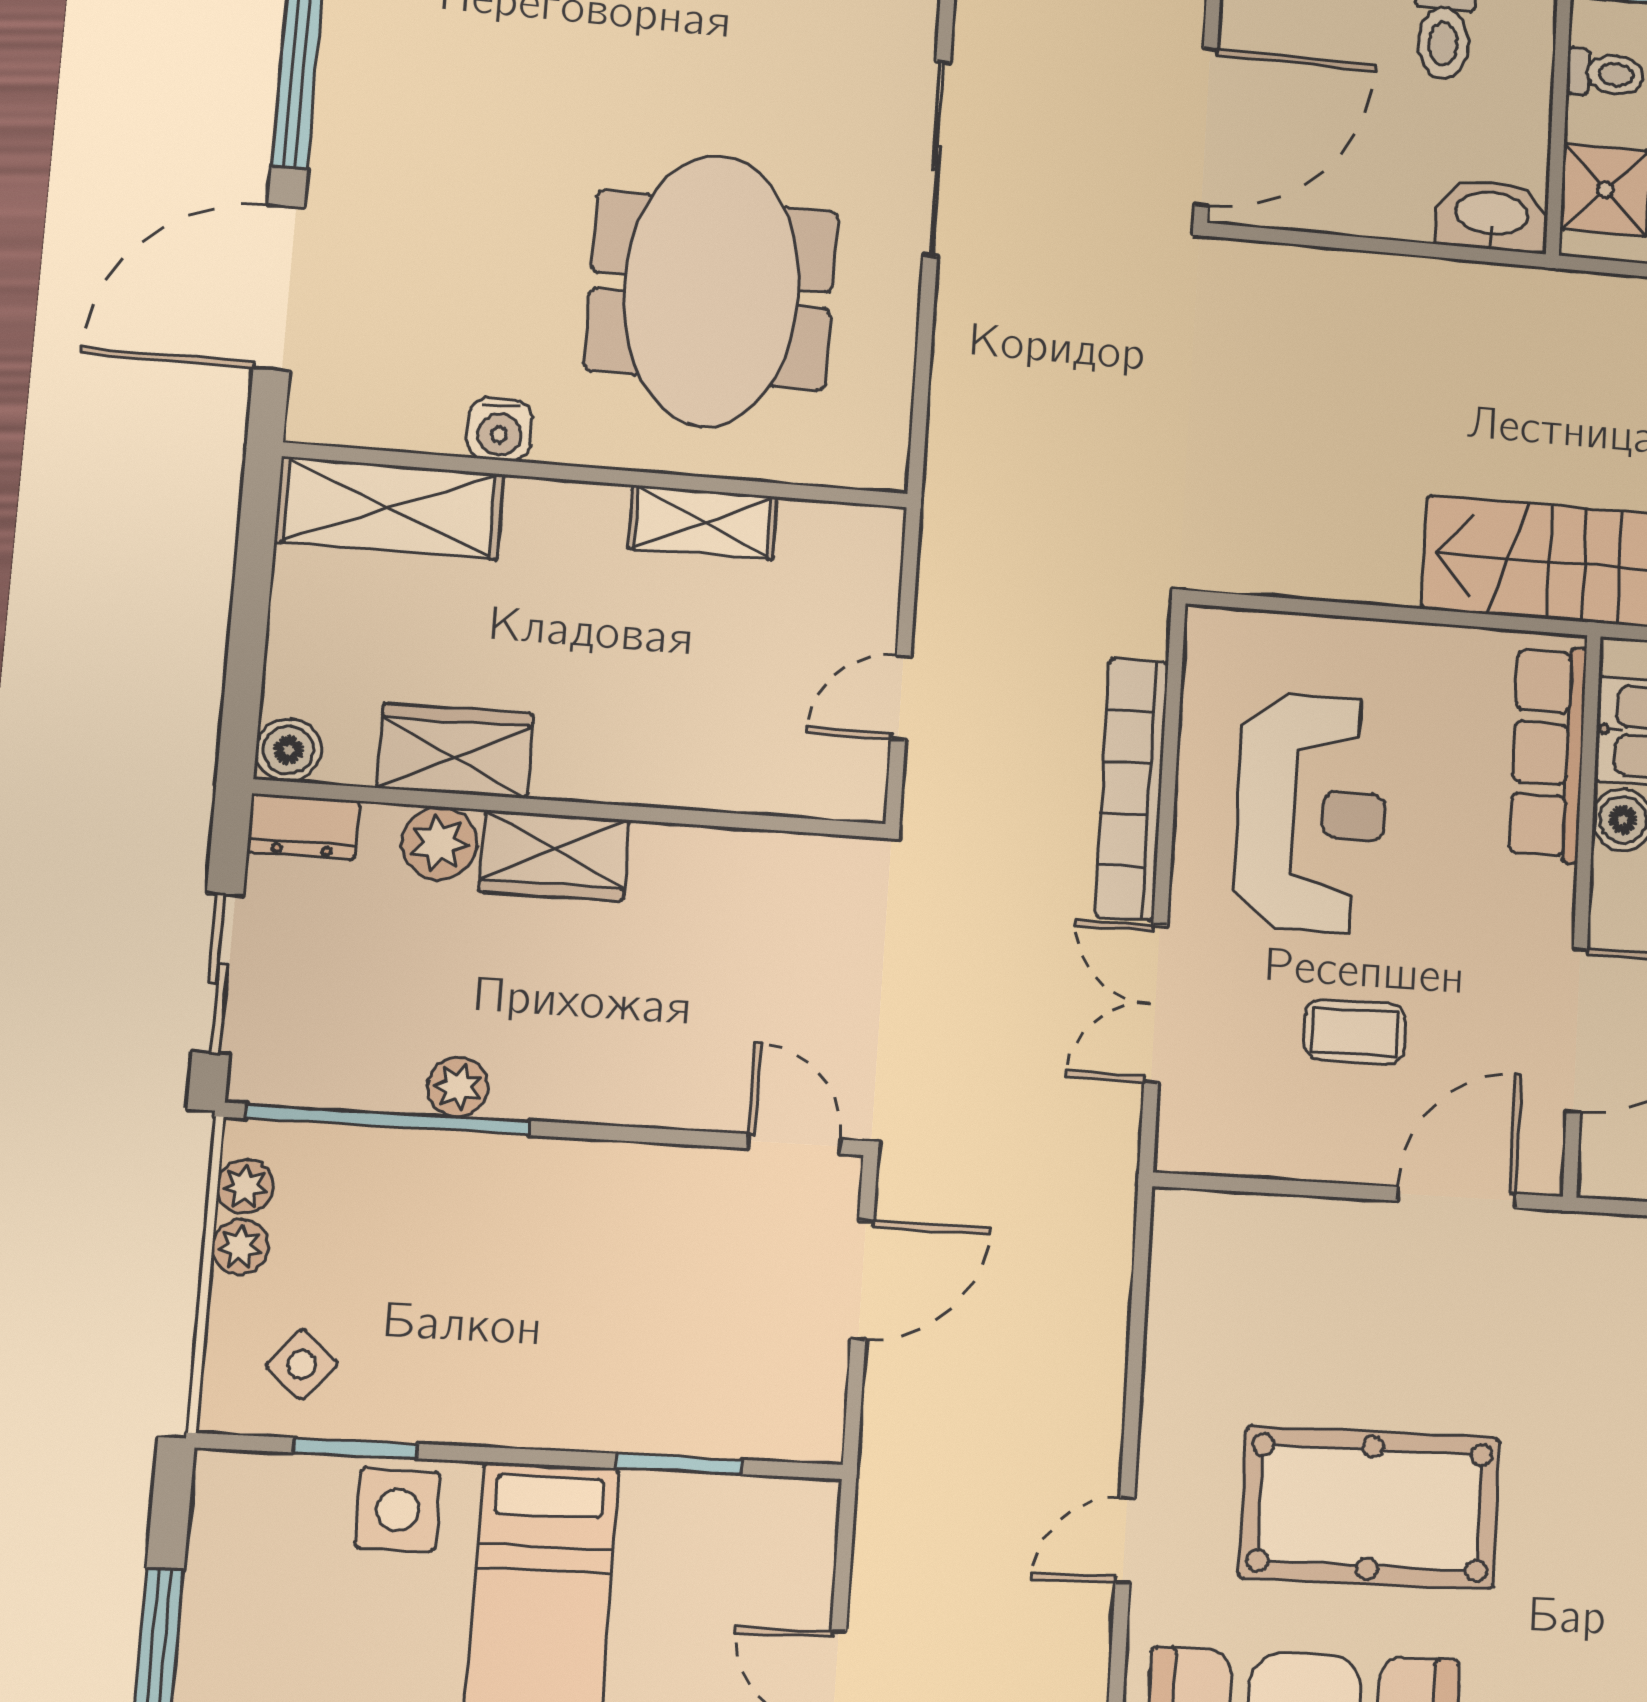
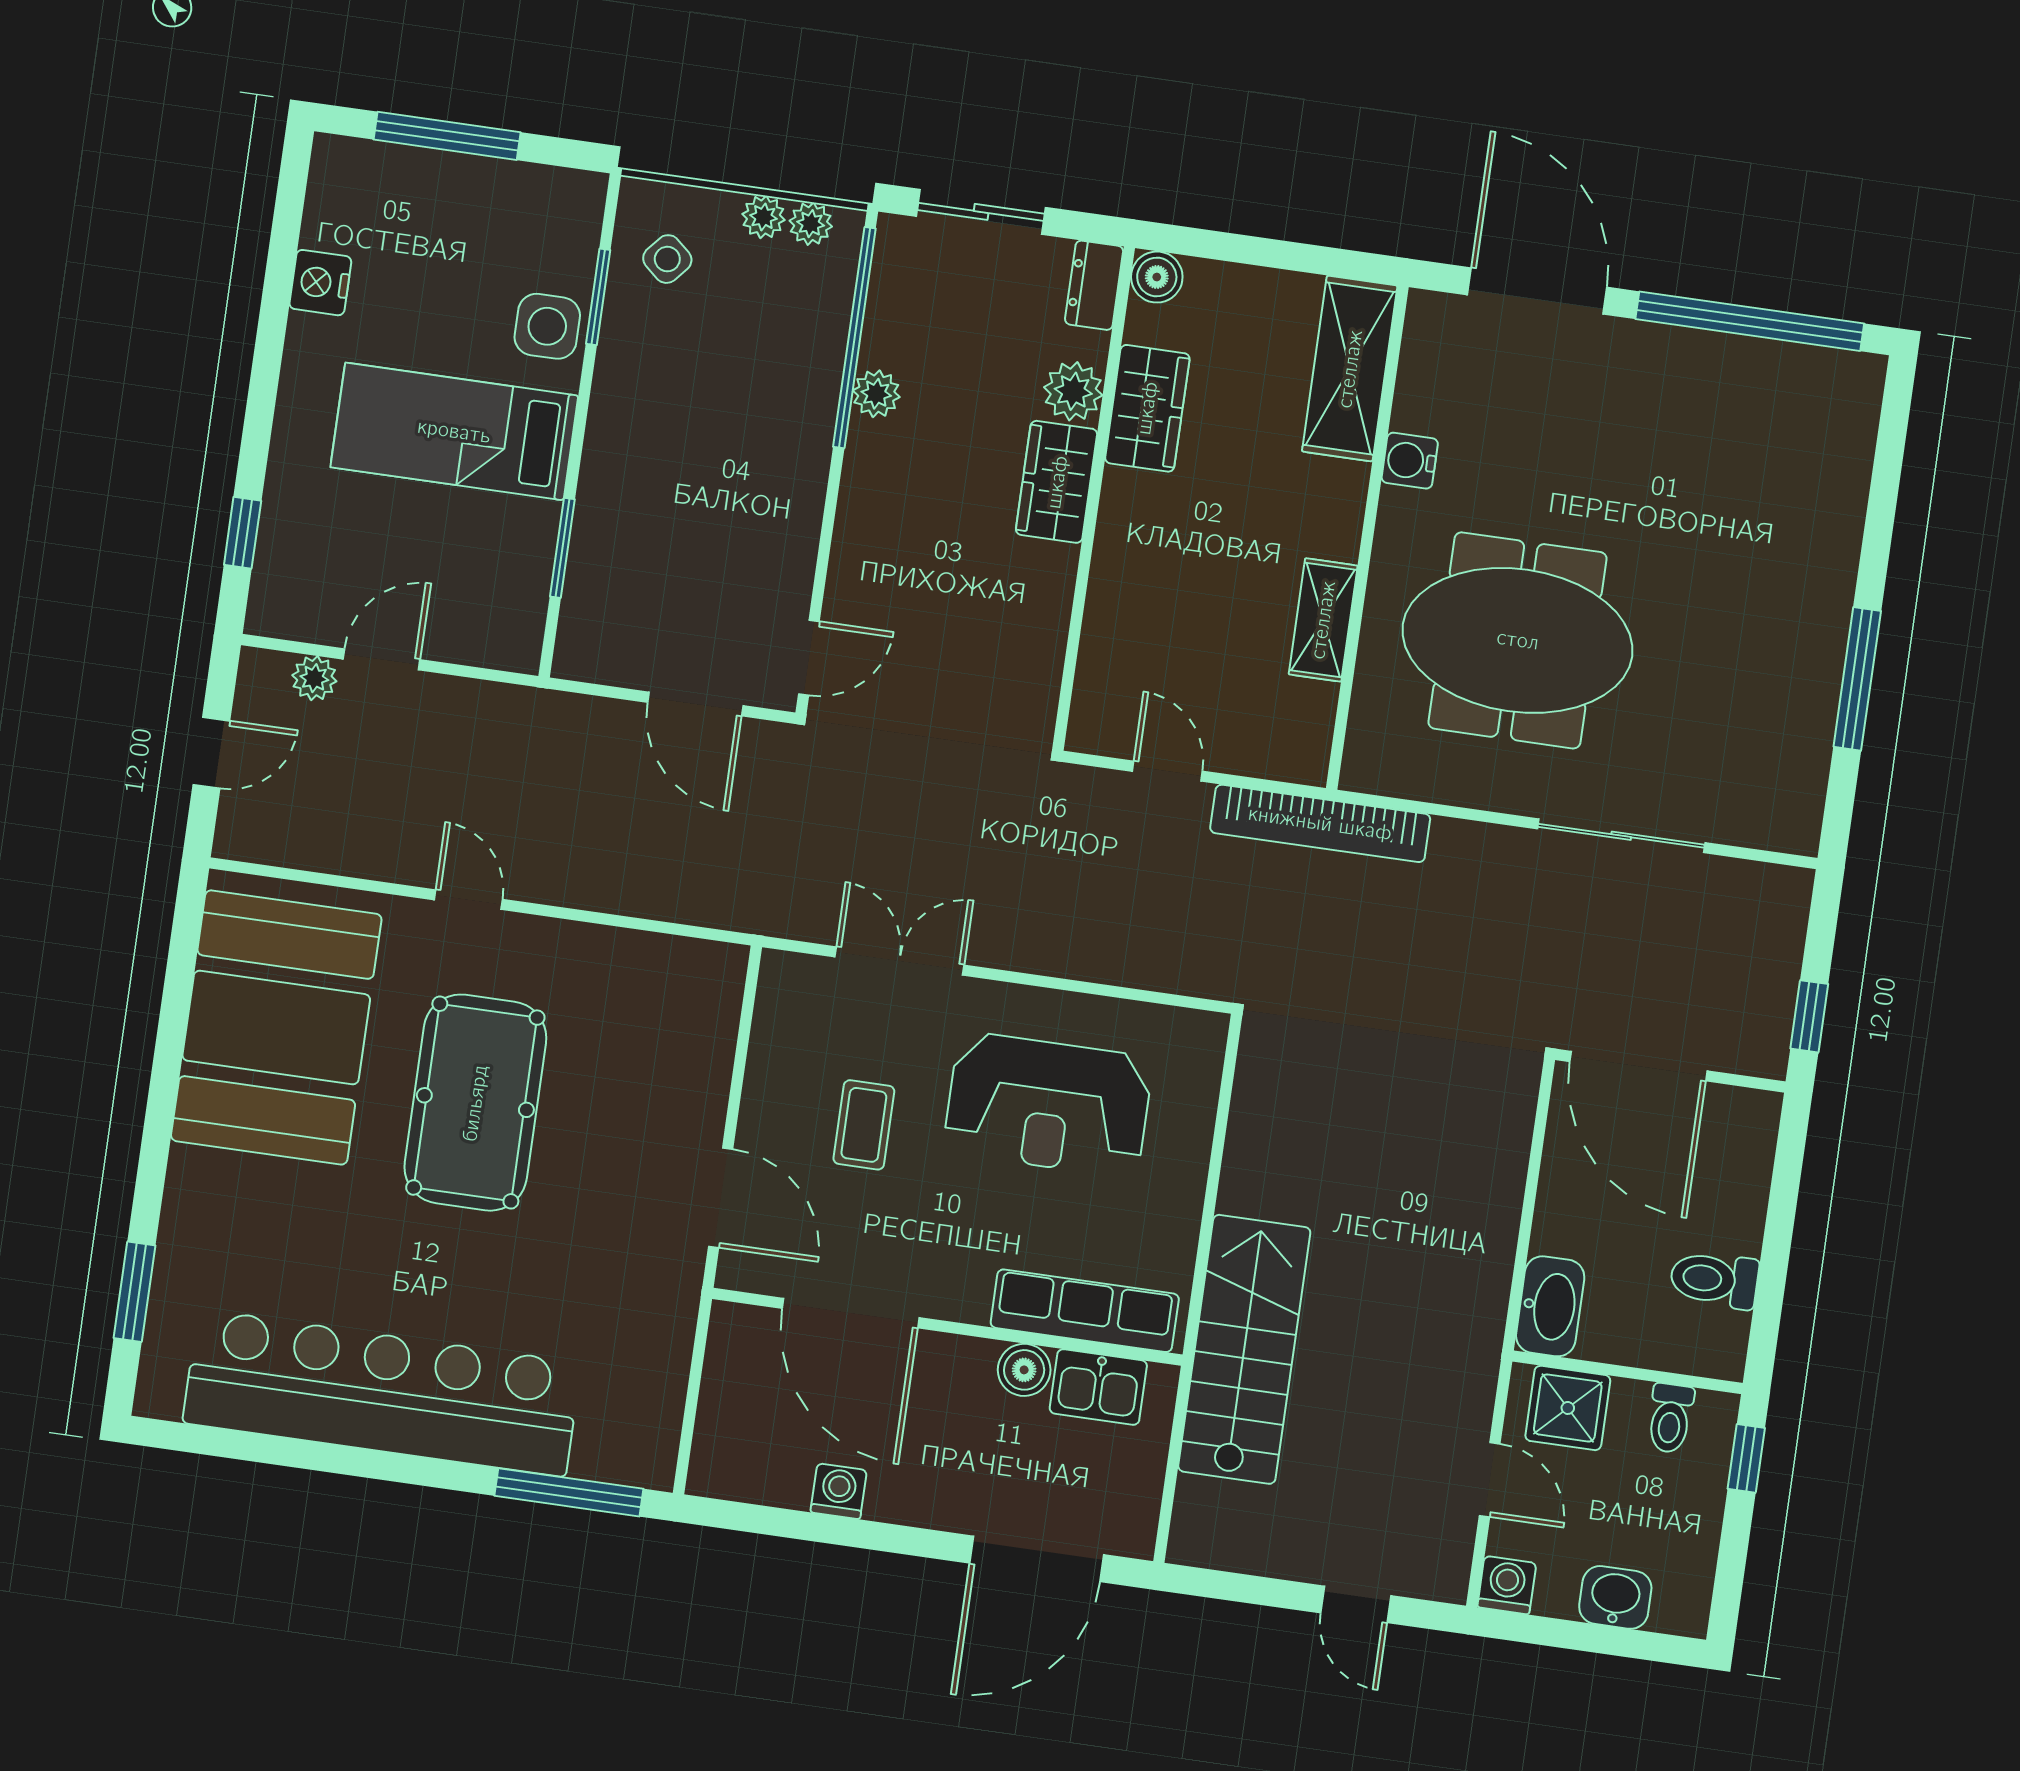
bookcase: (1132, 789) -> (1320, 823), moved, turned 180

